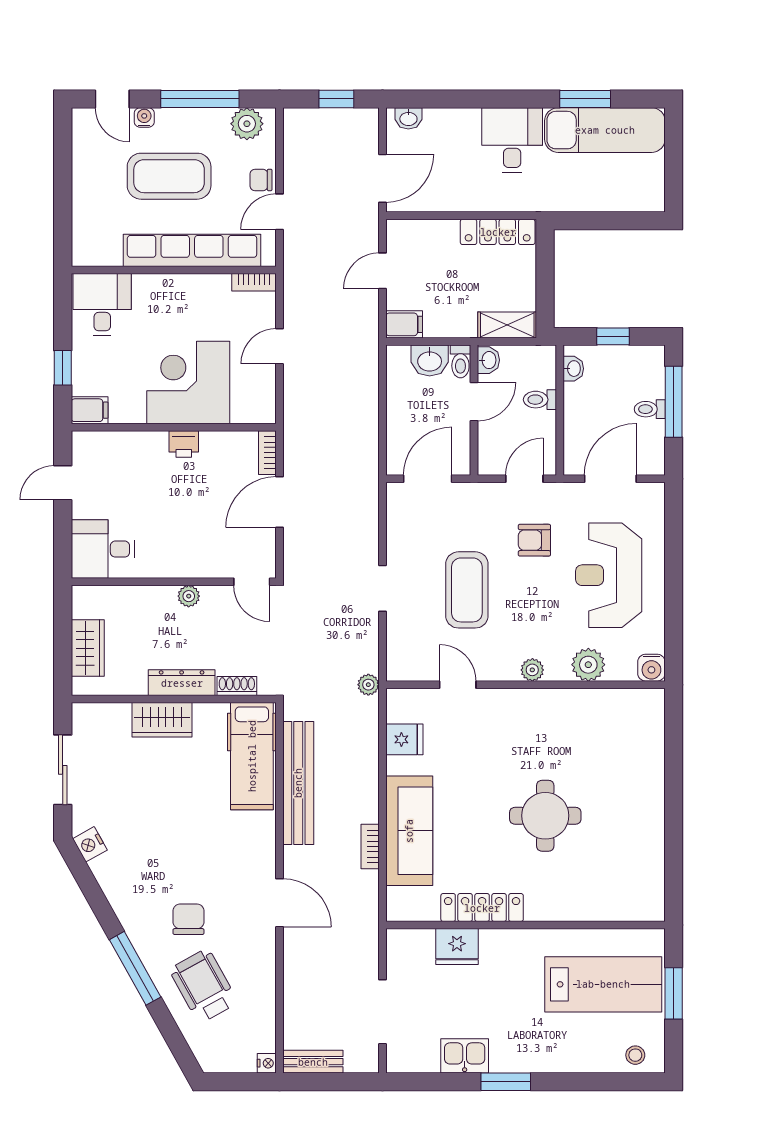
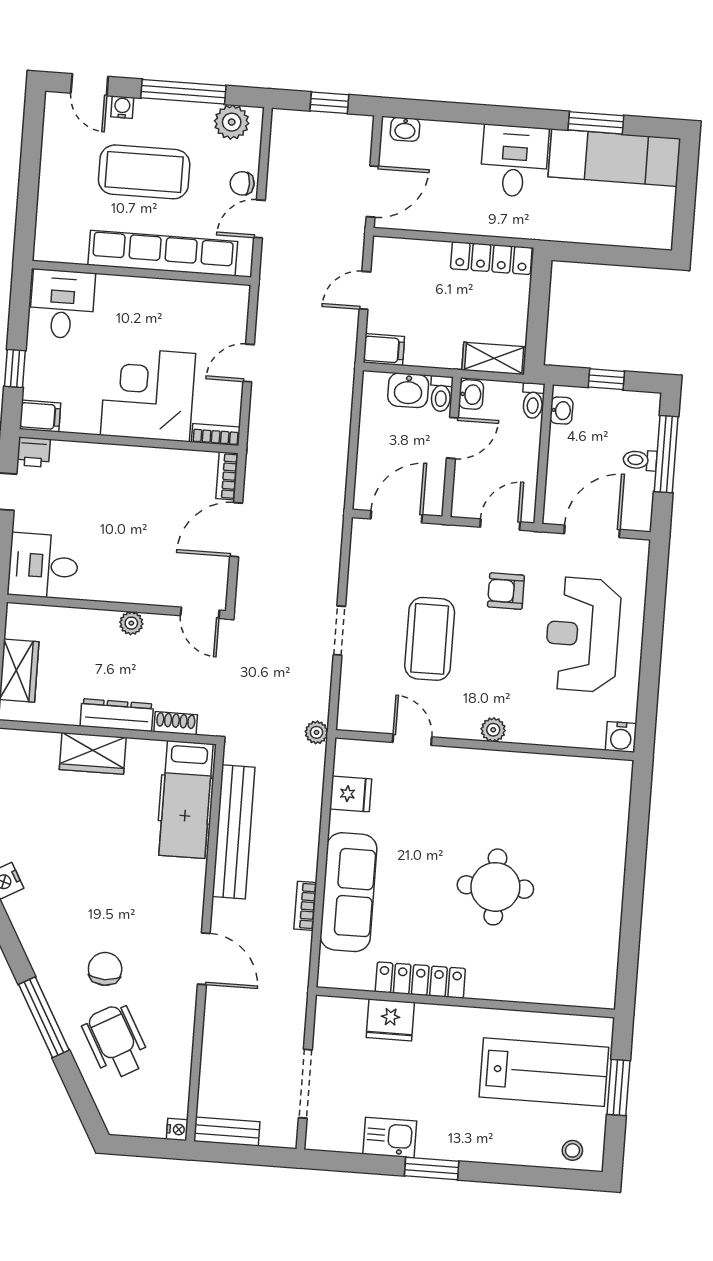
bookcase: (254, 282) -> (216, 435), moved, turned 180
toilet: (540, 400) -> (533, 401), moved, turned -90
printer: (184, 444) -> (34, 452), moved
plant: (588, 665) -> (554, 729), removed

